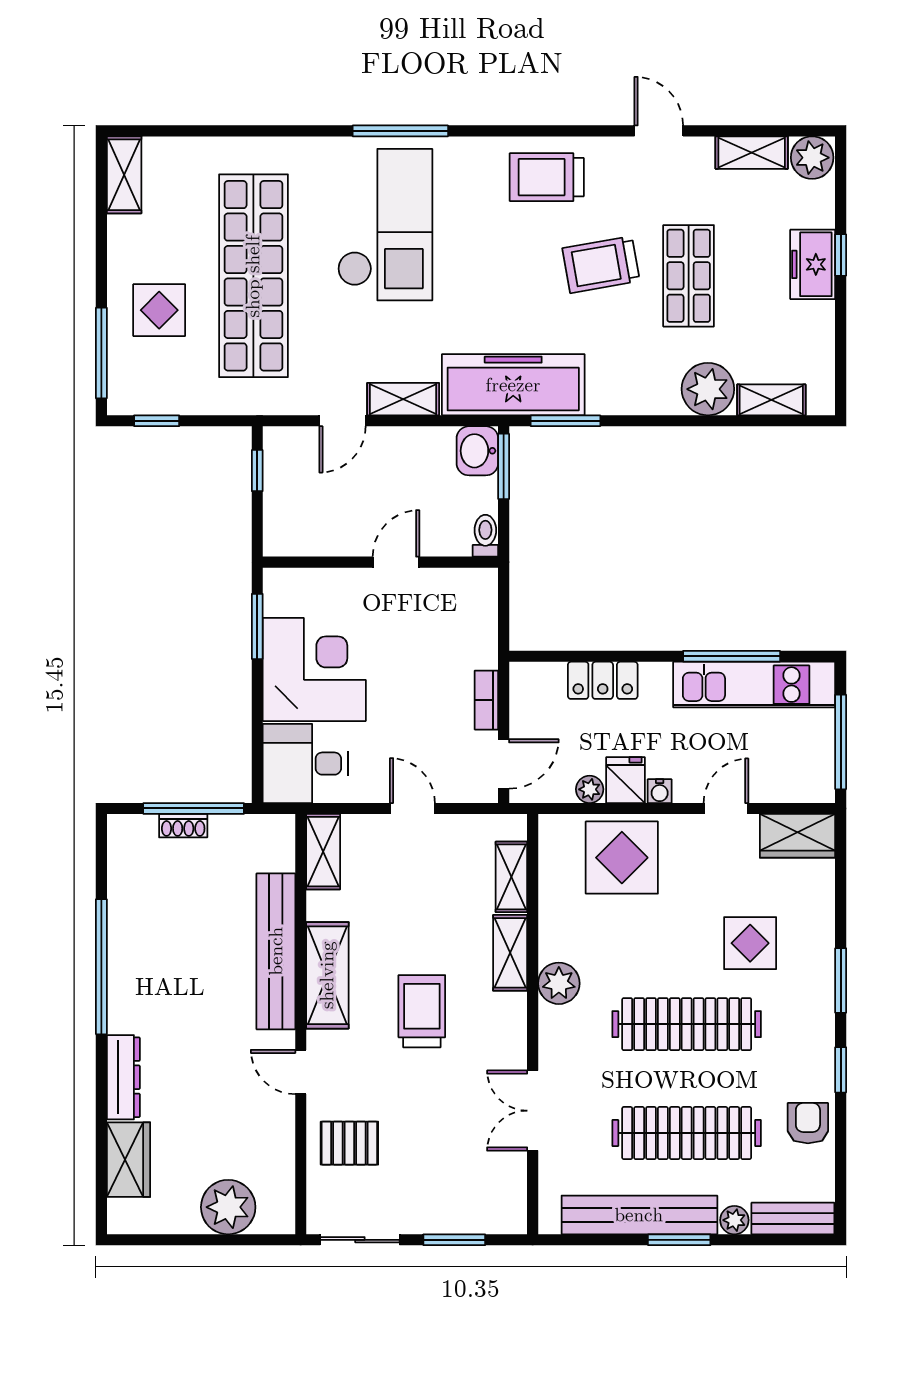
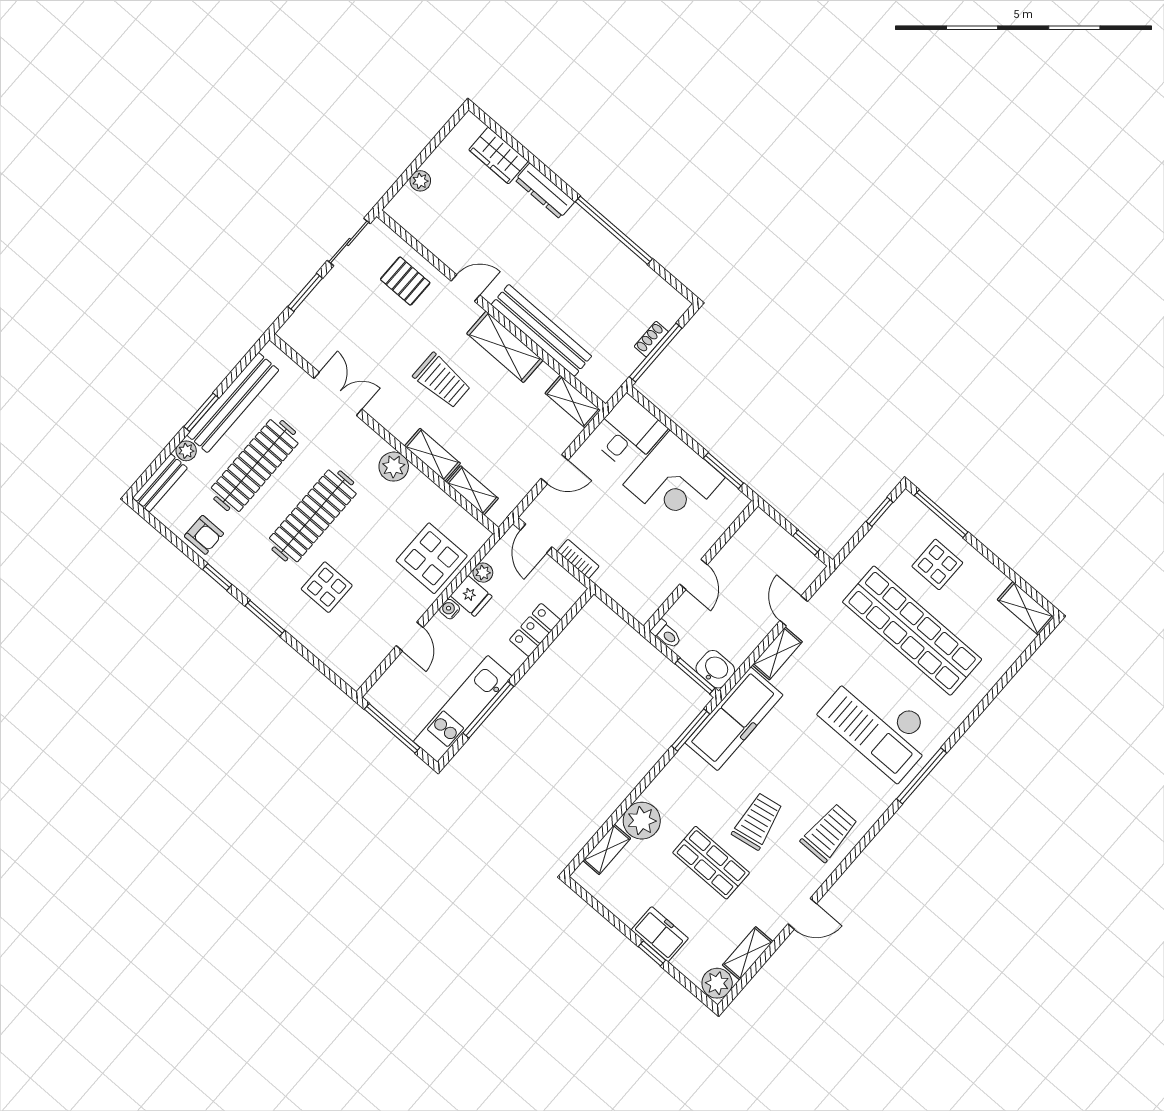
wardrobe: (798, 836) -> (362, 662), removed
pallet: (349, 1143) -> (405, 281), turned 90
plant: (228, 1207) -> (420, 181), width x0.53, depth x0.53

